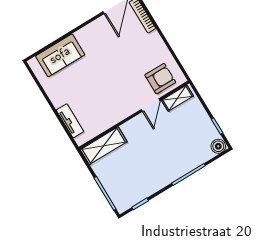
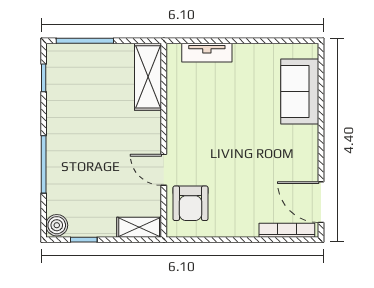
shelving: (177, 98) -> (139, 227), moved, turned 90

